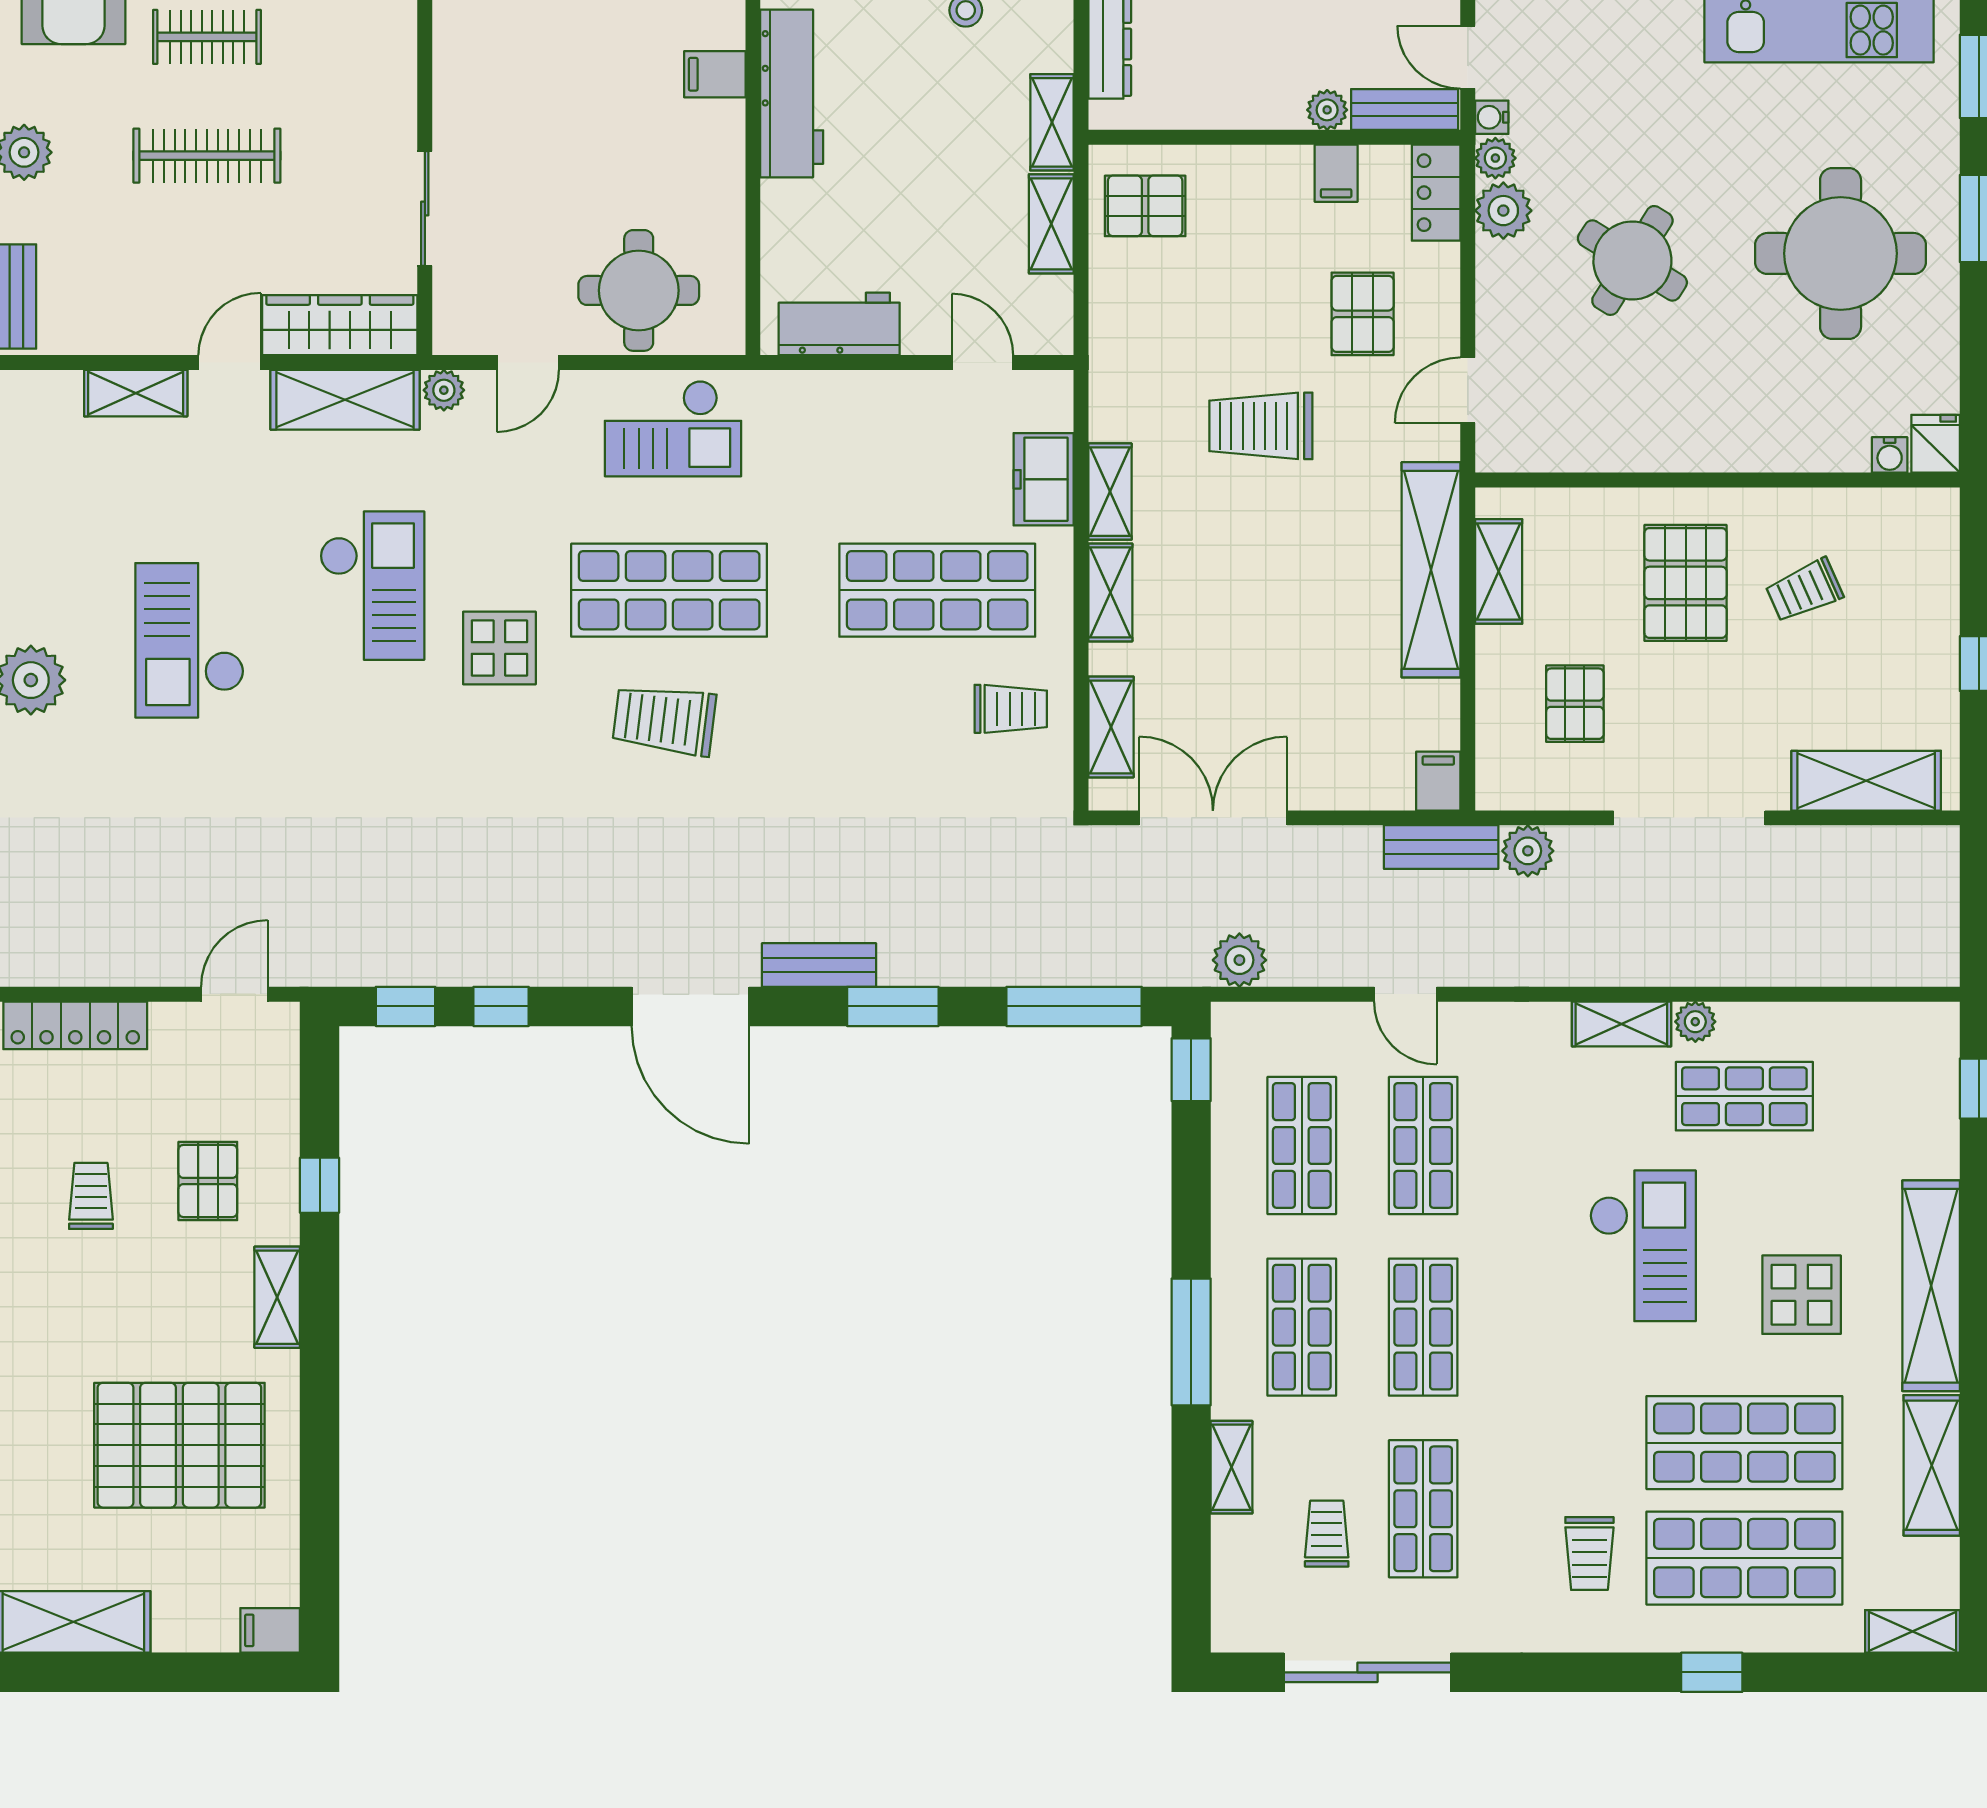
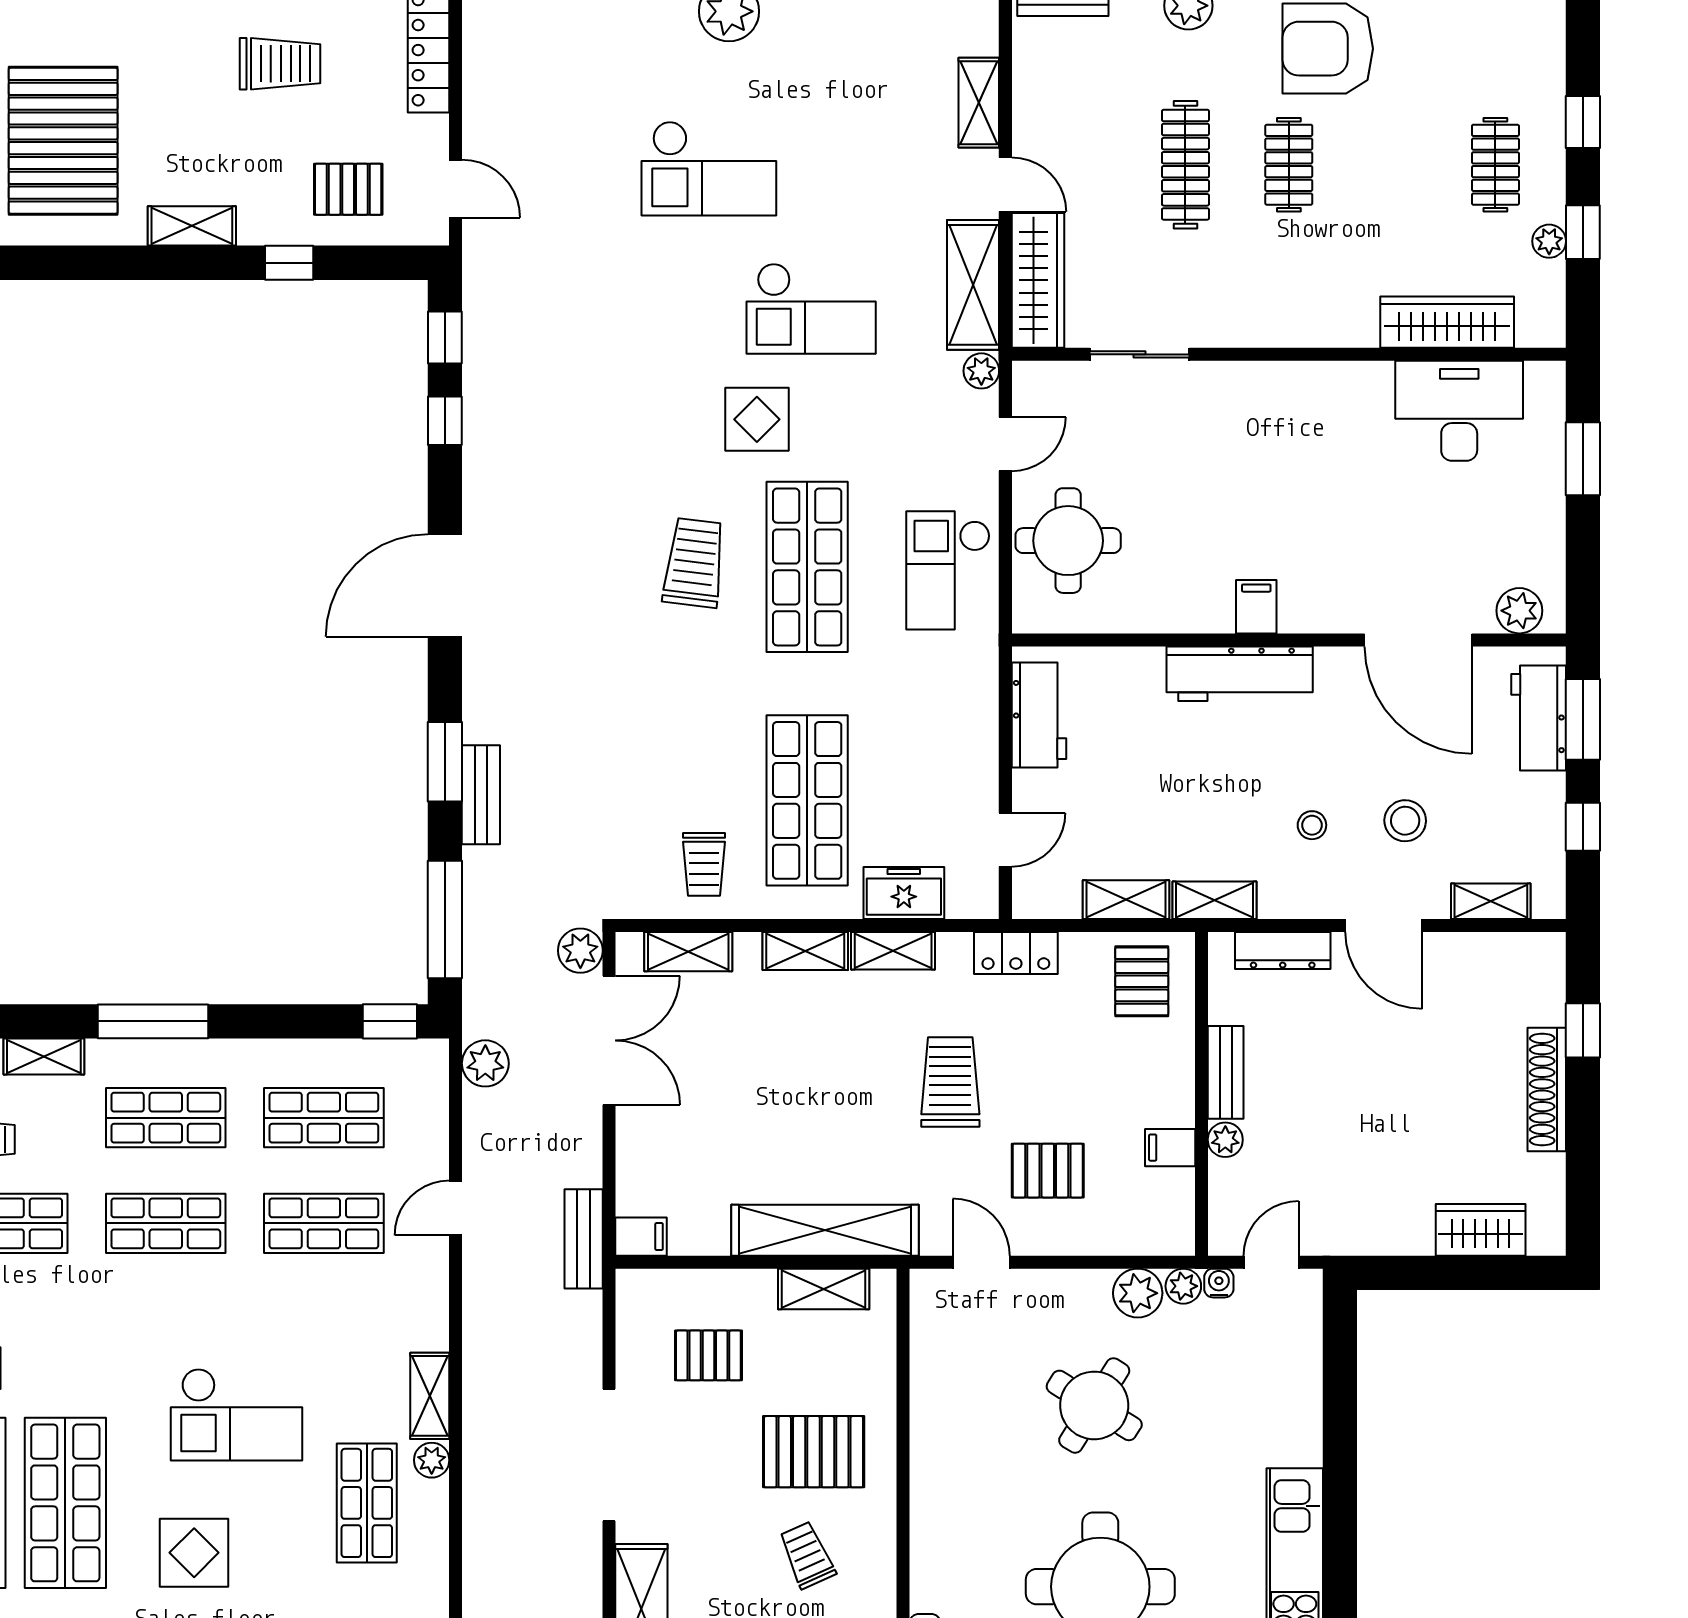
bench: (1405, 110) -> (1226, 1072), moved
locker: (1436, 193) -> (1016, 953), moved, turned 180
door: (528, 363) -> (1005, 444), swing flipped
checkout: (190, 640) -> (709, 168), moved, turned 180
plant: (1528, 851) -> (580, 951), moved
bench: (819, 965) -> (481, 795), moved
pallet: (208, 1181) -> (348, 189), moved
trolley: (91, 1196) -> (280, 64), width x1.36, depth x1.39

